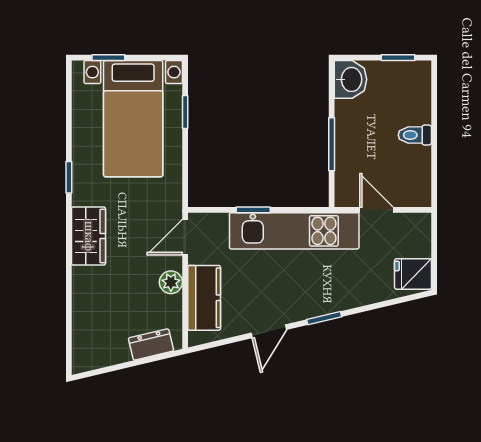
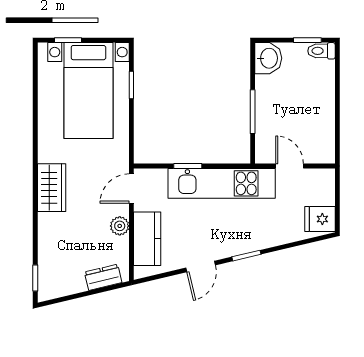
toilet: (415, 135) -> (321, 51), moved
window: (69, 177) -> (35, 278), moved

